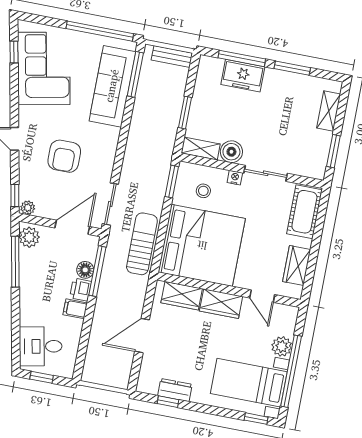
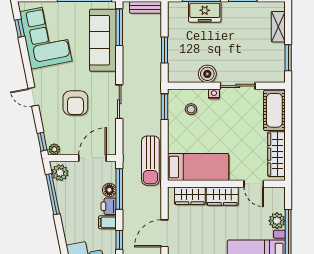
shelving: (201, 149) -> (182, 76), removed
sliding door: (110, 204) -> (119, 102), moved
sun lounger: (142, 244) -> (150, 161), turned 180
bed: (202, 245) -> (198, 167), width x0.49
wardrobe: (297, 266) -> (276, 154), width x1.50
window: (85, 333) -> (119, 240), added

